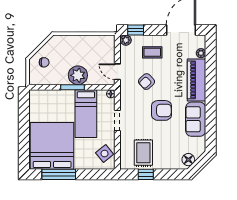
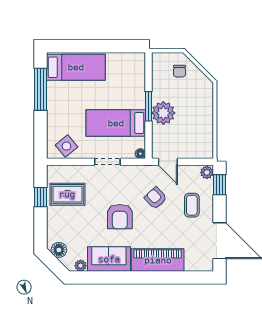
plant: (201, 53) -> (81, 266), moved
door: (117, 72) -> (168, 162), swing flipped
bed: (52, 146) -> (76, 67), width x0.49

